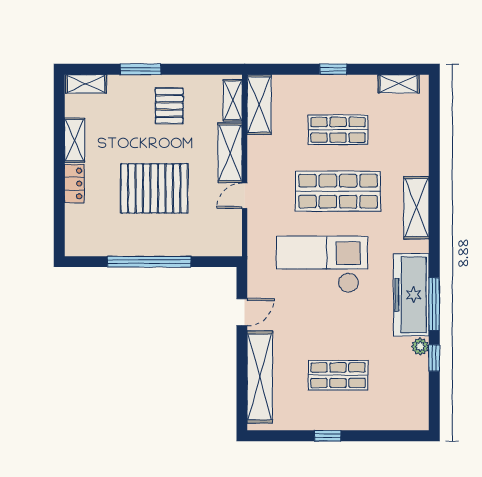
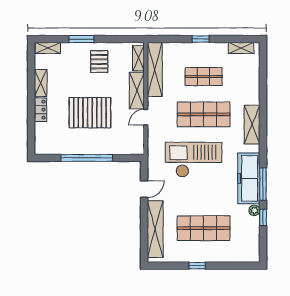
shelving: (259, 105) -> (155, 69), width x1.47
shop shelf: (338, 375) -> (204, 228), width x1.43, depth x1.36

